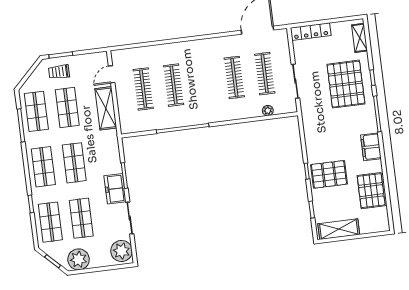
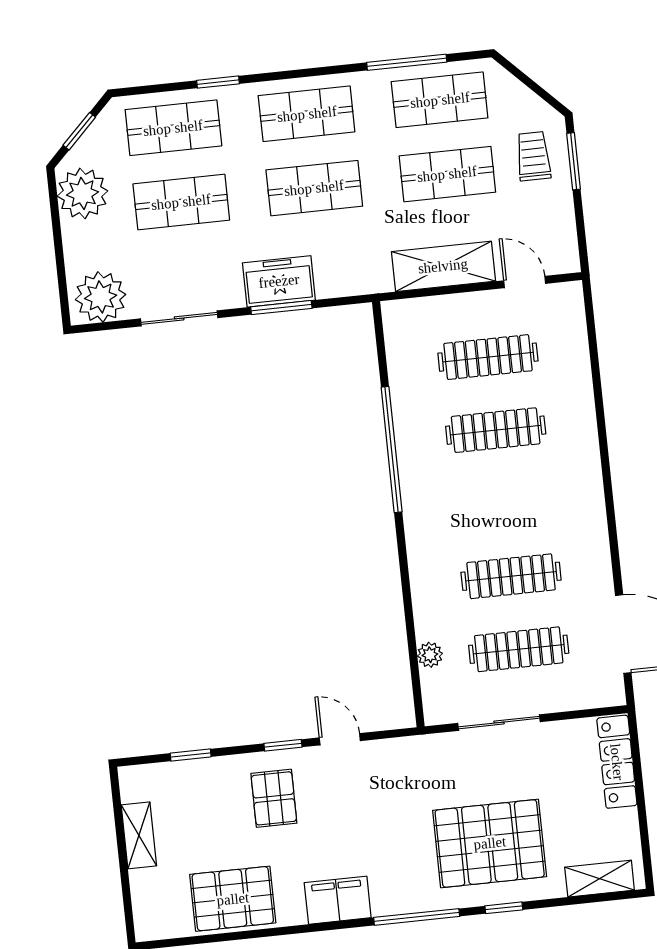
door: (304, 147) -> (340, 739), added
pallet: (329, 174) -> (274, 798), width x0.67, depth x0.71
freezer: (115, 189) -> (279, 281), moved
shelving: (339, 229) -> (139, 835), width x0.67, depth x0.75

